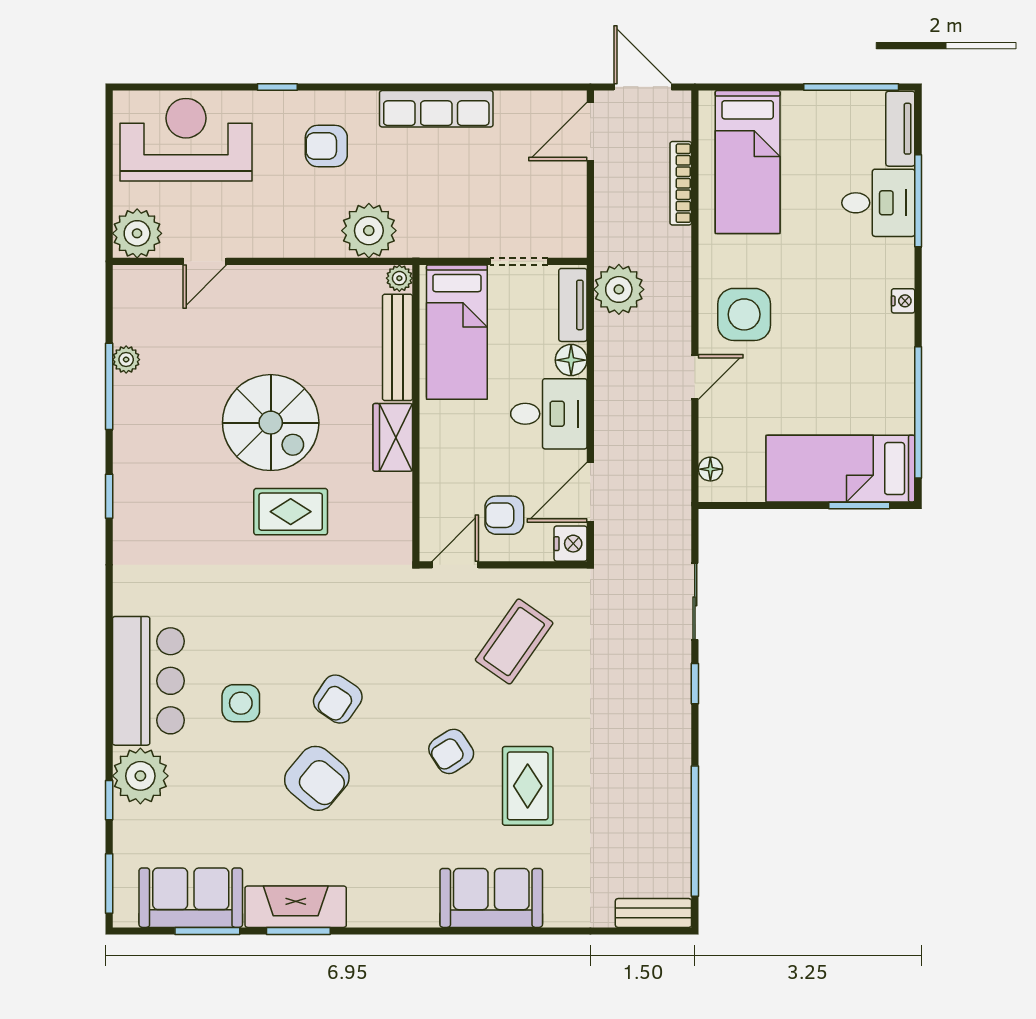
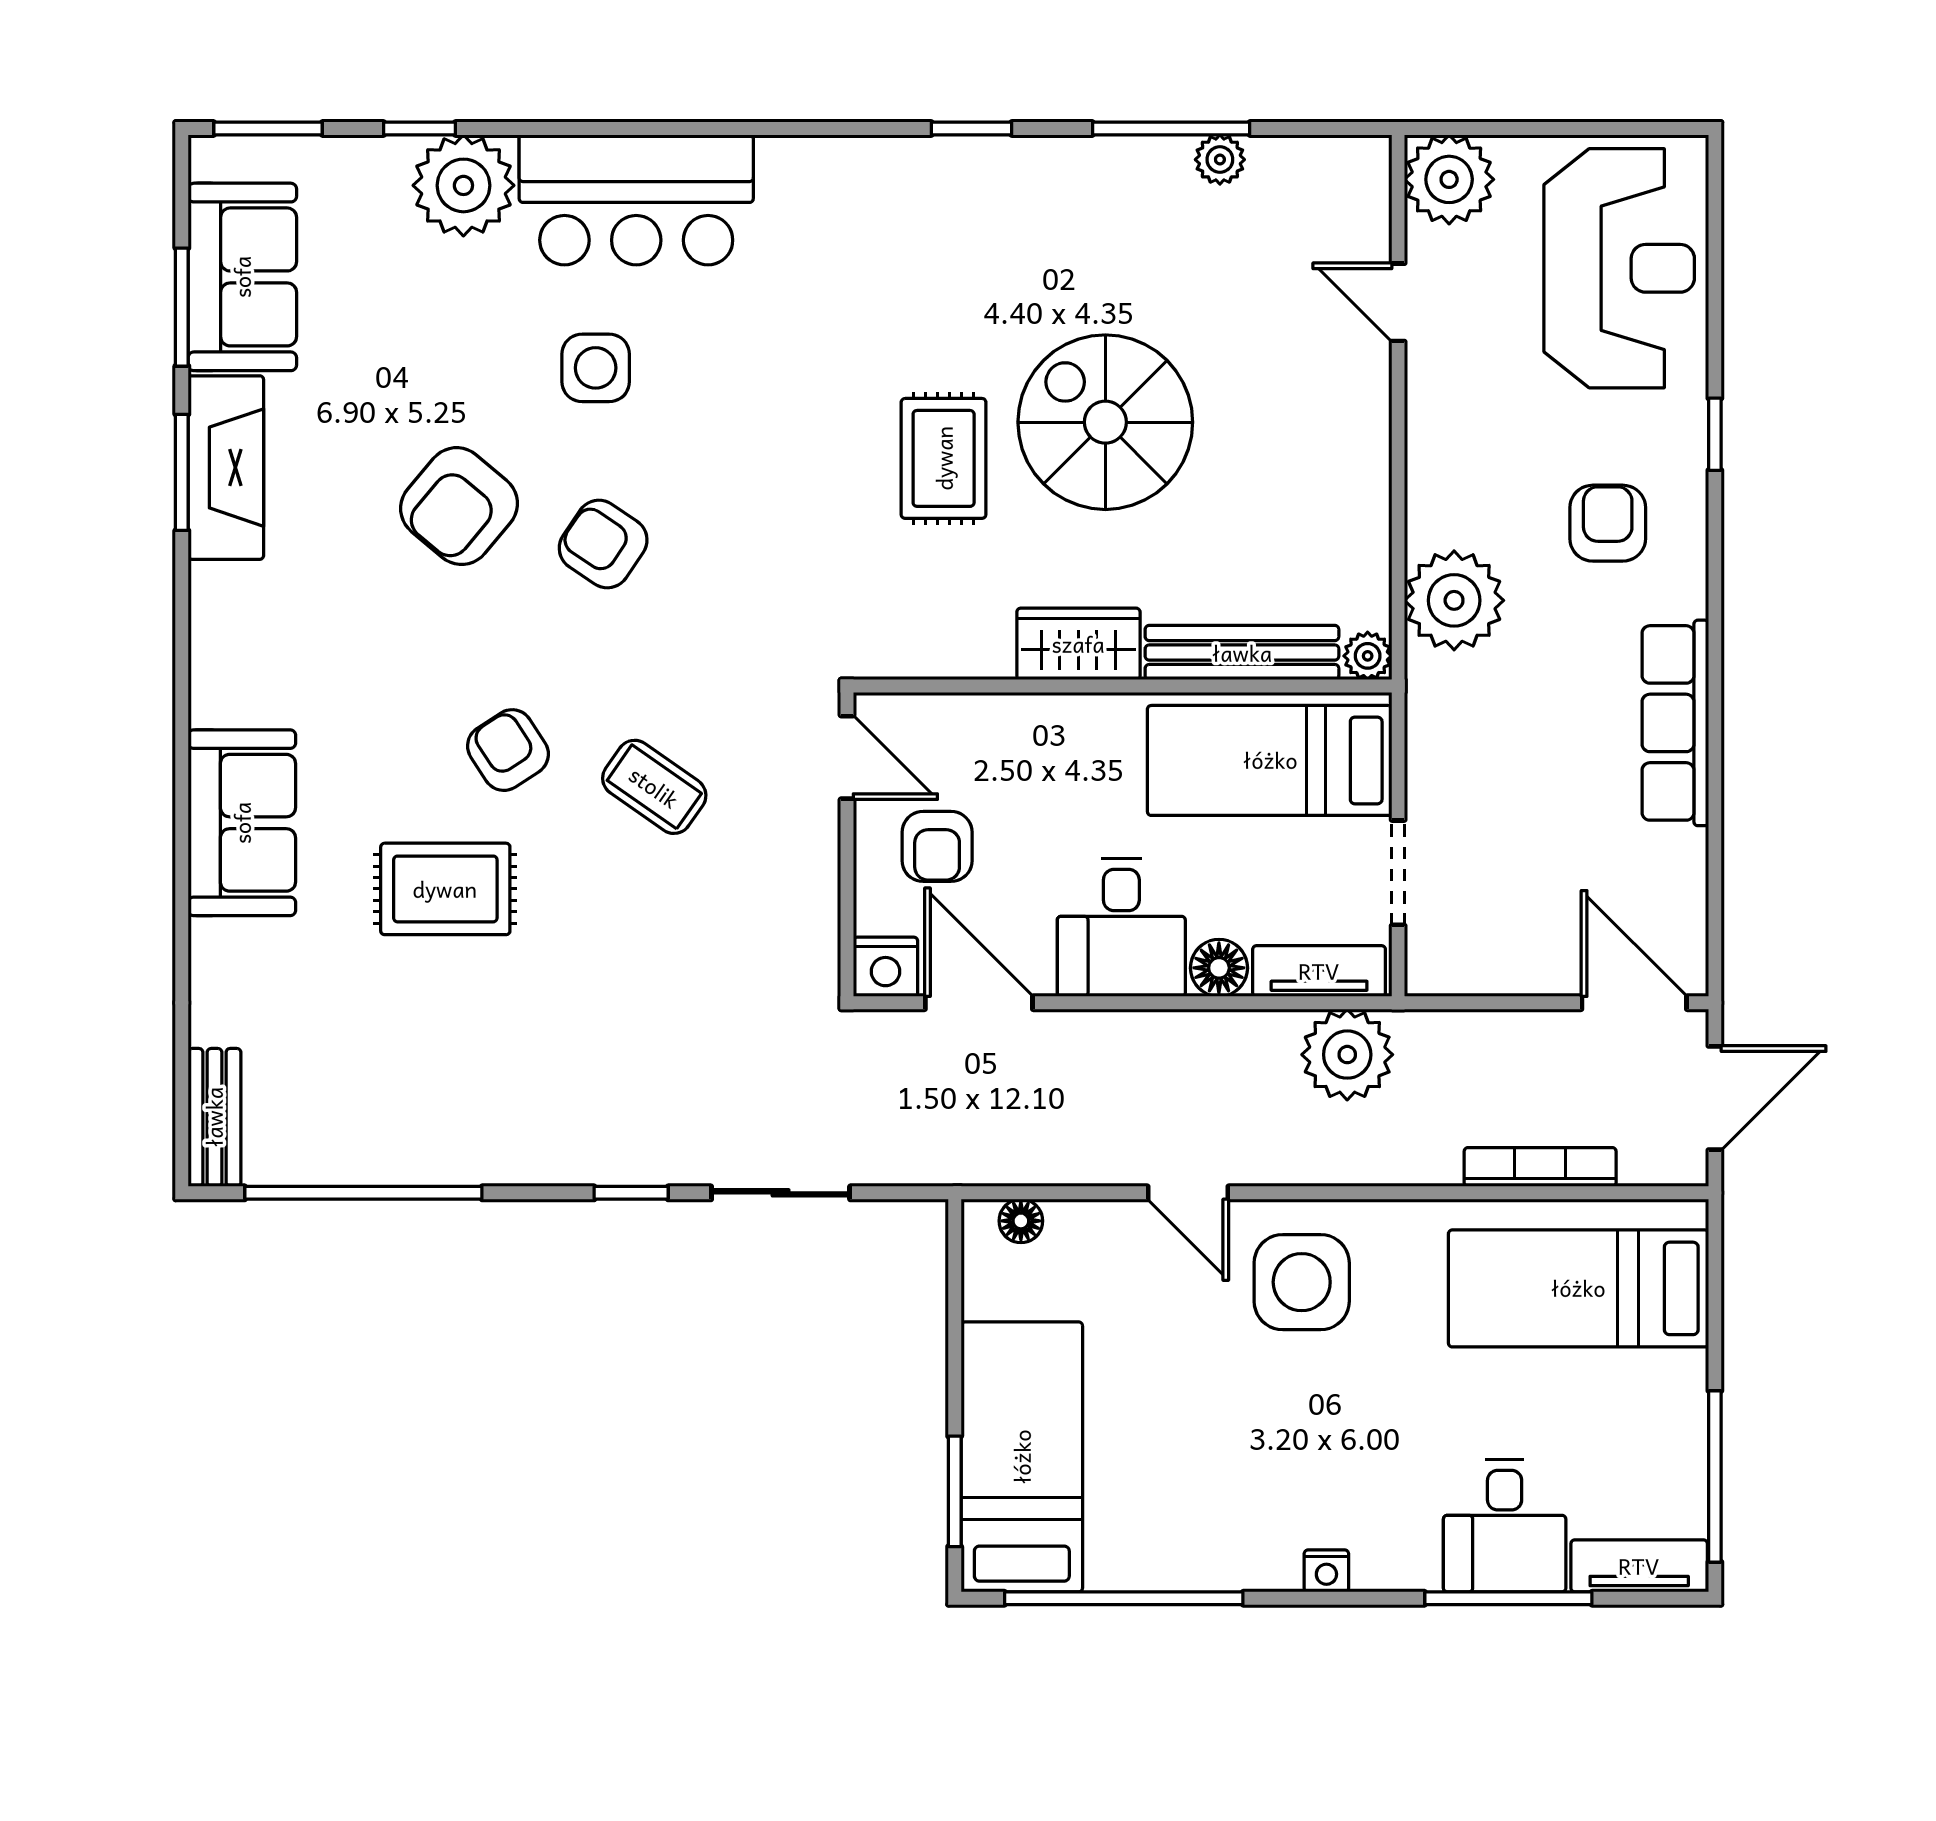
spiral stairs: (271, 423) -> (1105, 422), turned 90
armchair: (504, 515) -> (937, 846), turned 180
coffee table: (514, 641) -> (654, 787), moved, width x0.73, depth x0.77

